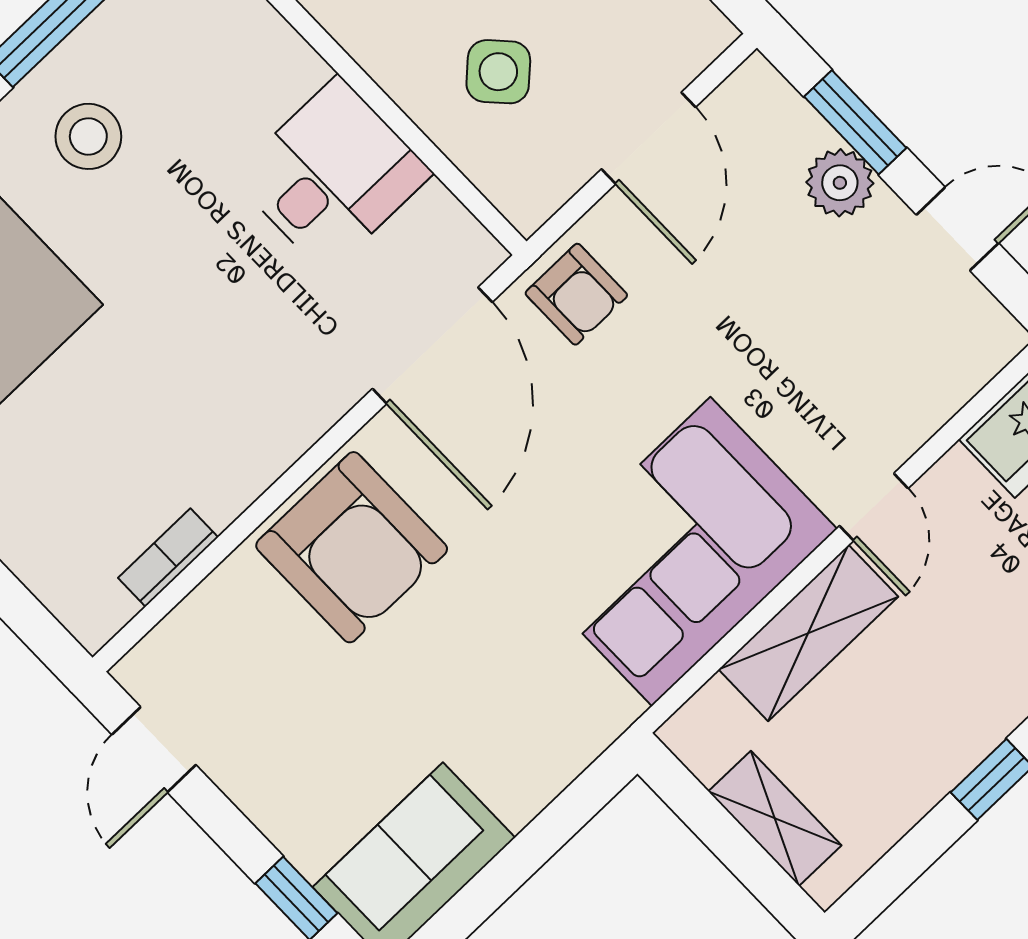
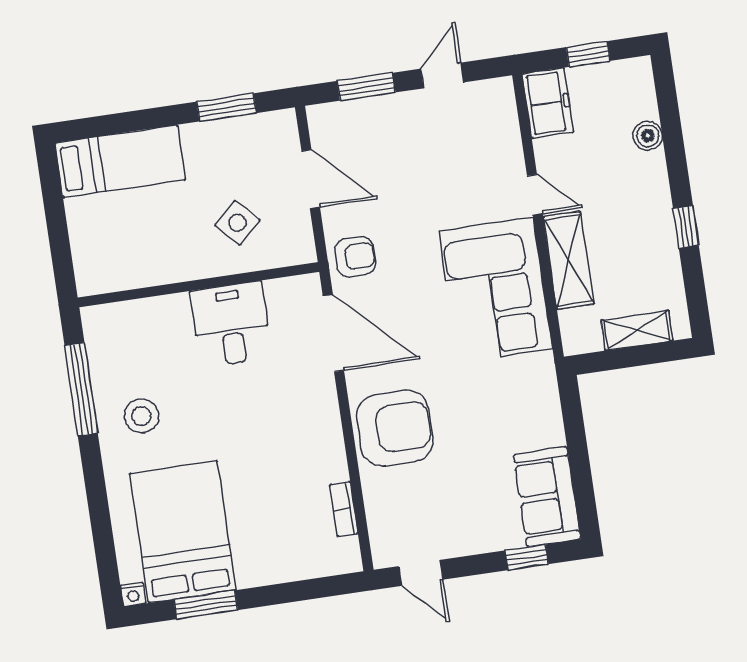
plant: (840, 183) -> (387, 111), removed

